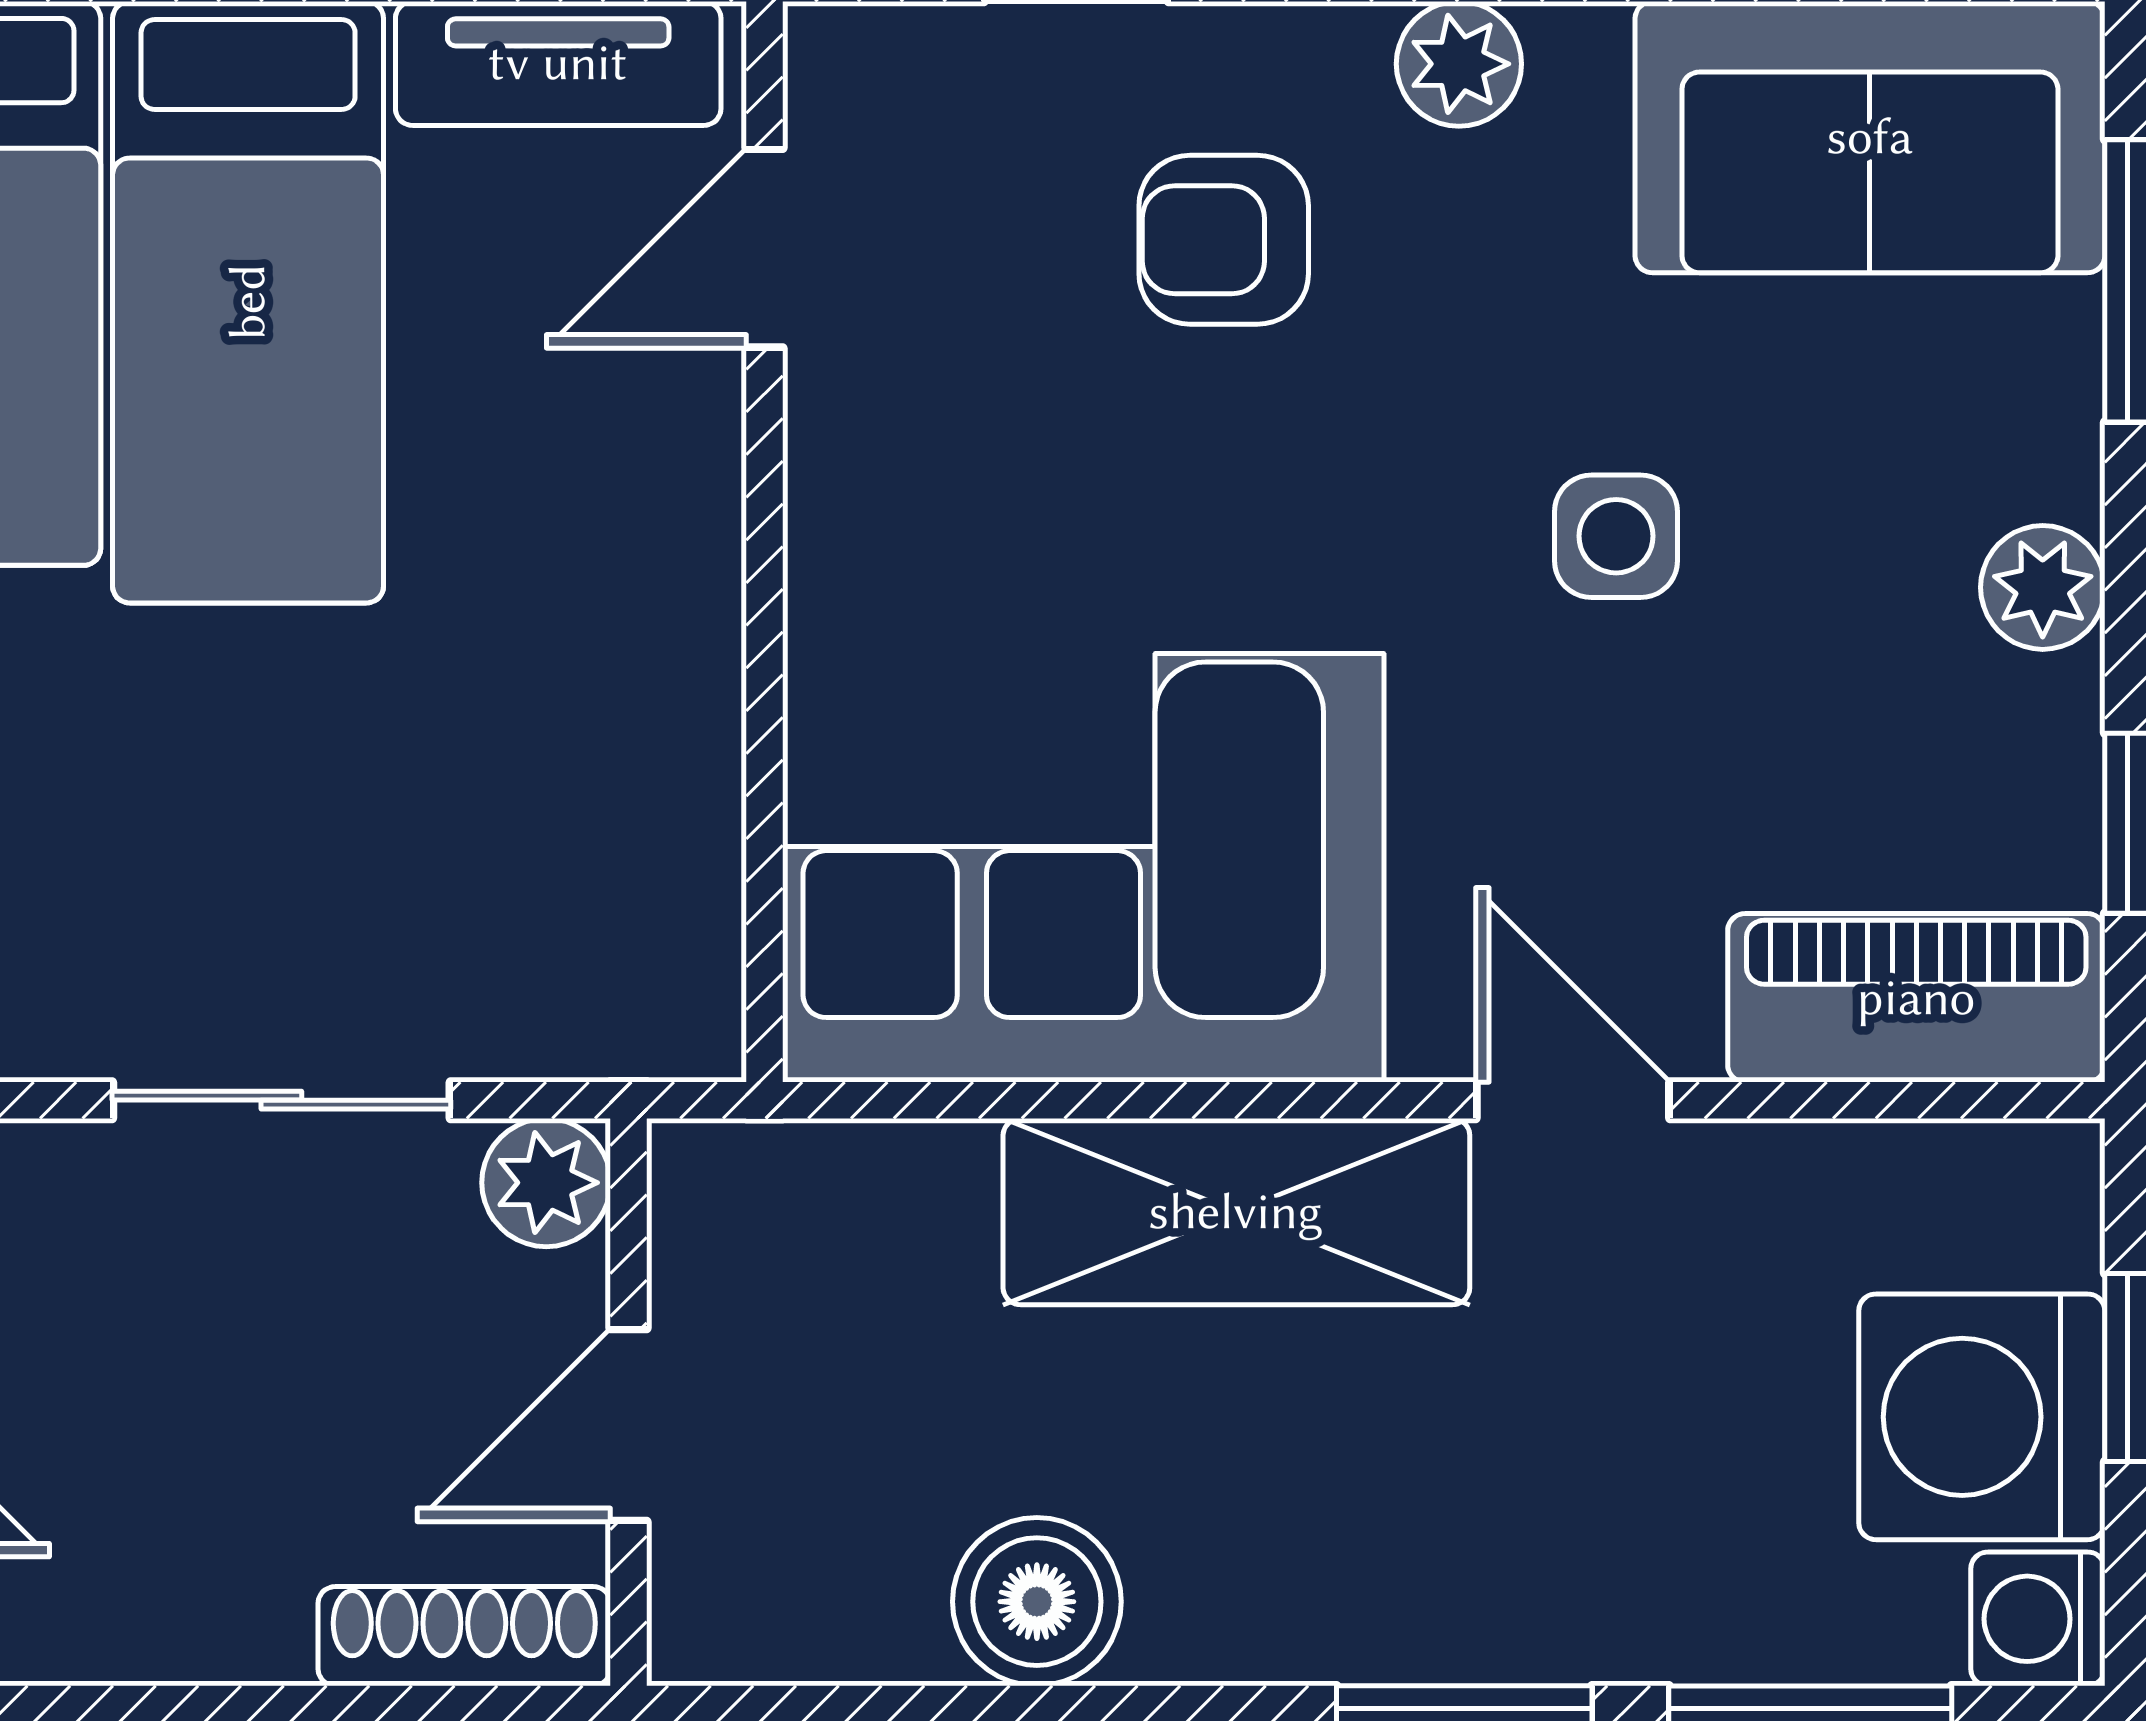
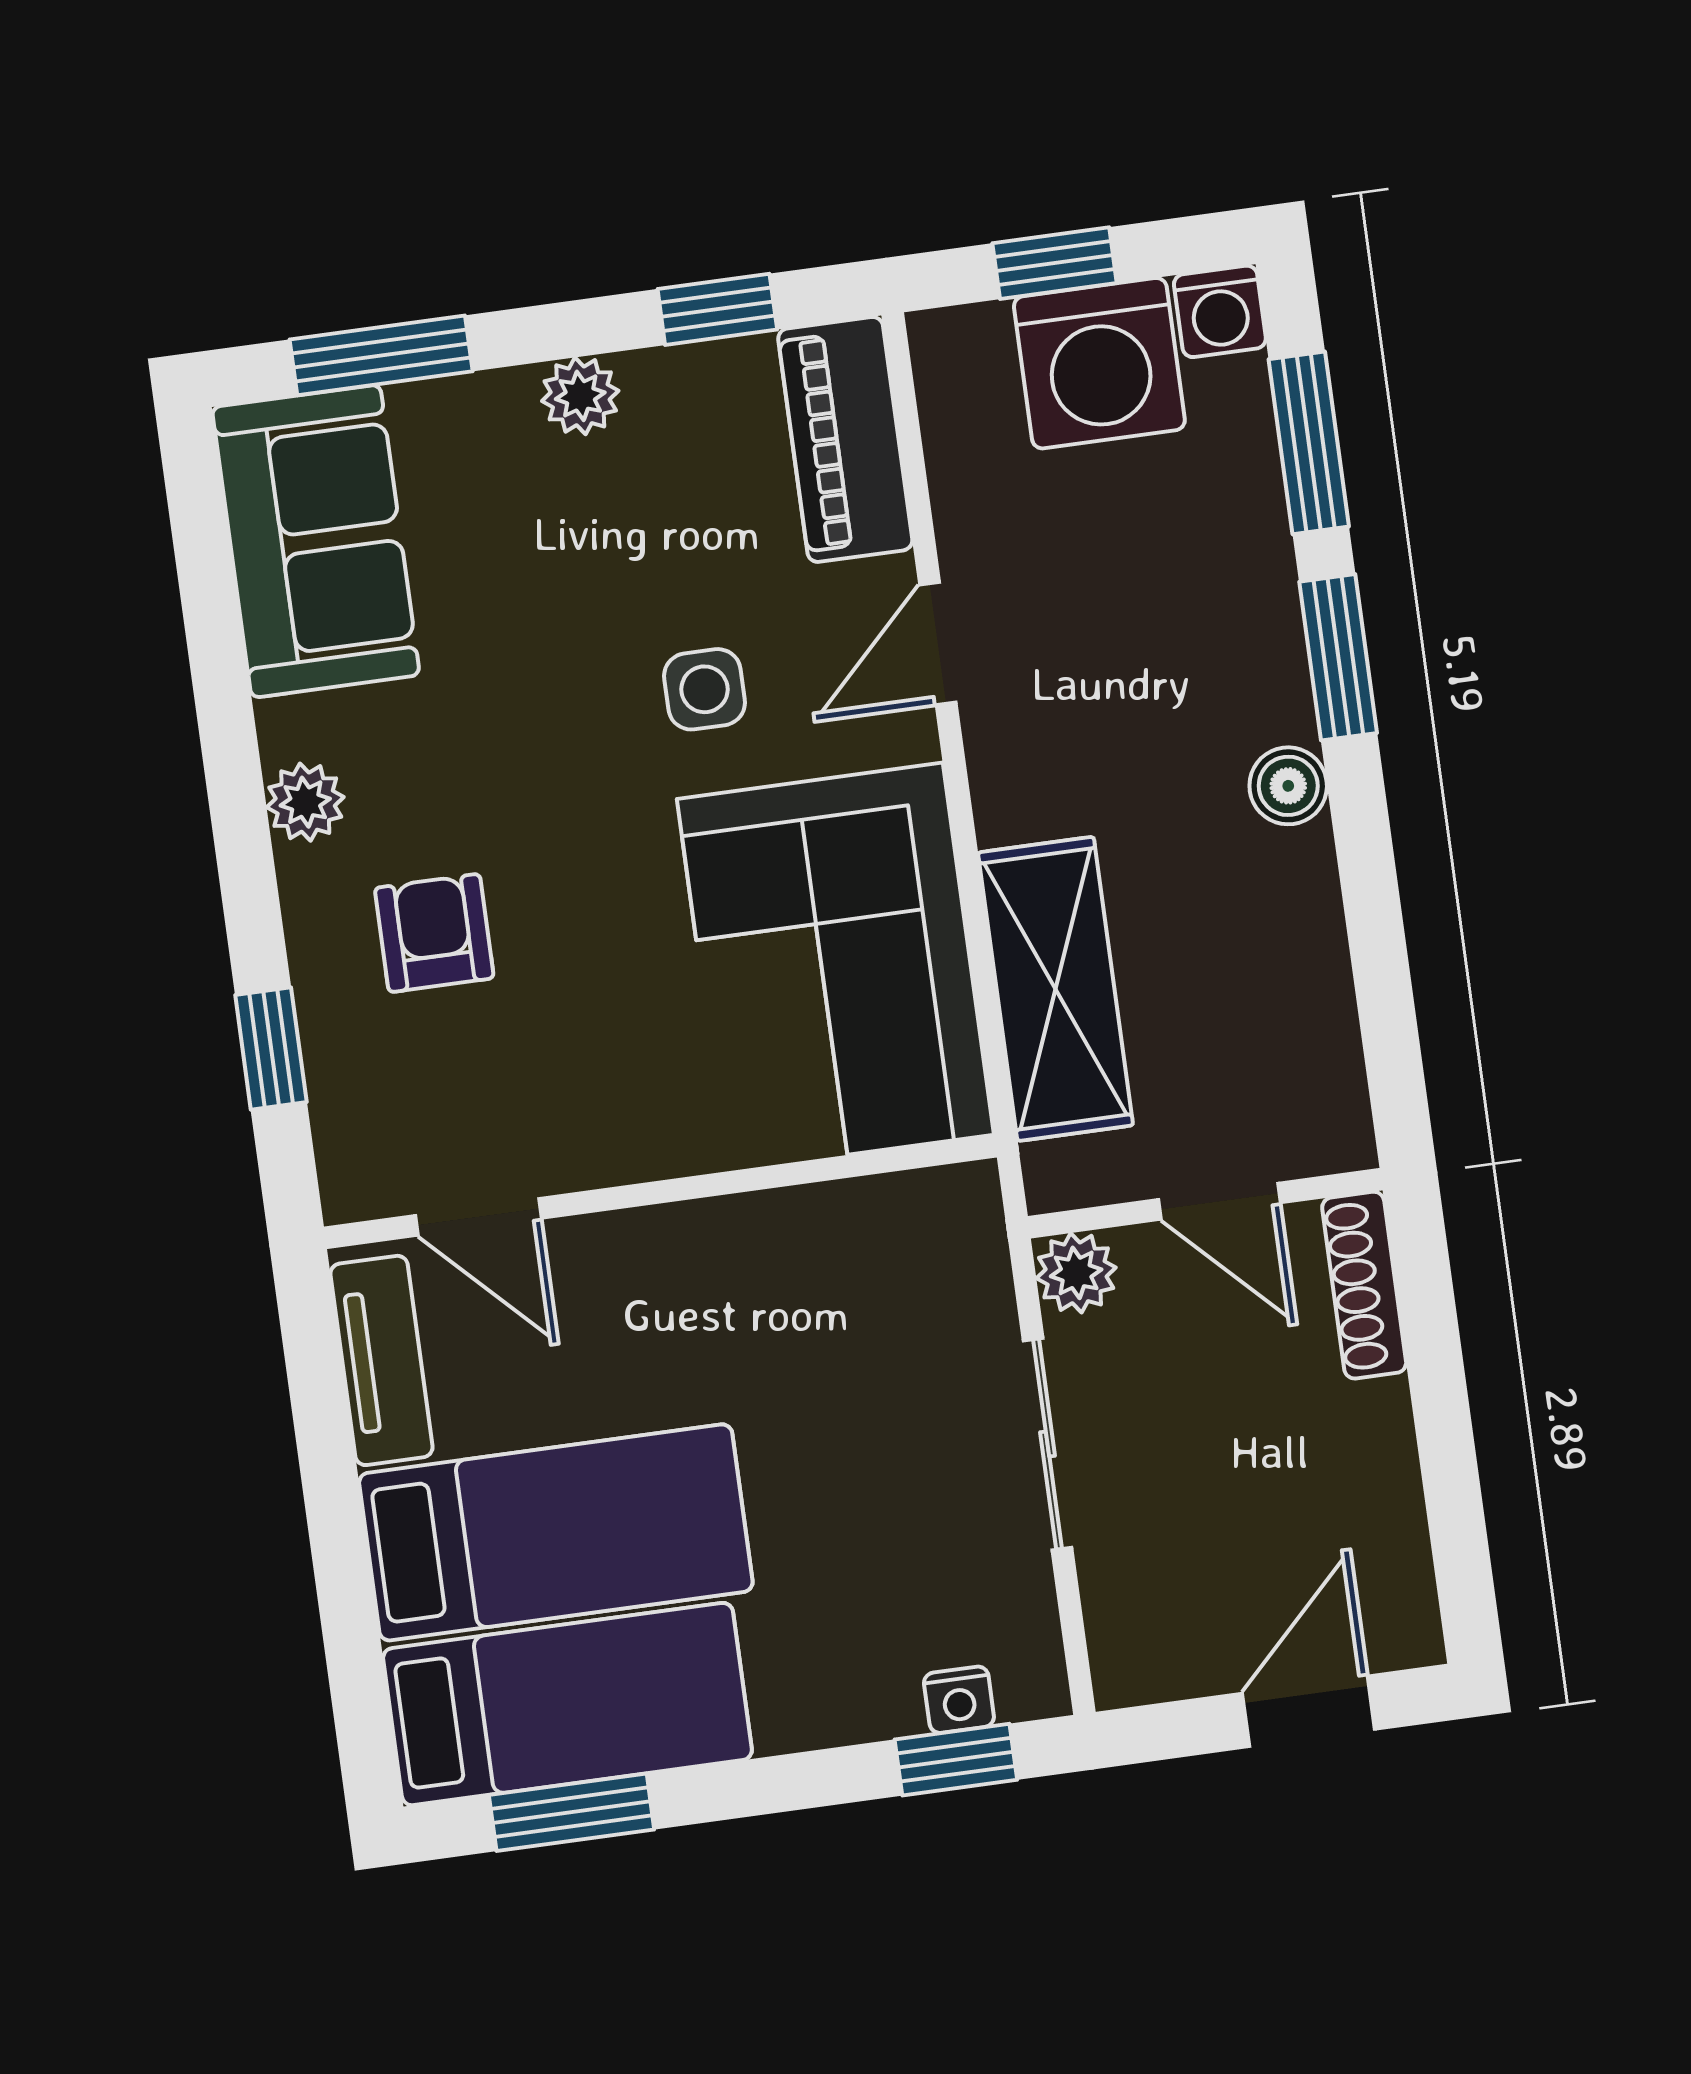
armchair: (1224, 240) -> (434, 933), turned 180
side table: (1616, 536) -> (705, 689), moved
shelving: (1236, 1212) -> (1056, 989), moved
boiler: (1037, 1602) -> (1288, 786), moved, width x0.73, depth x0.73

